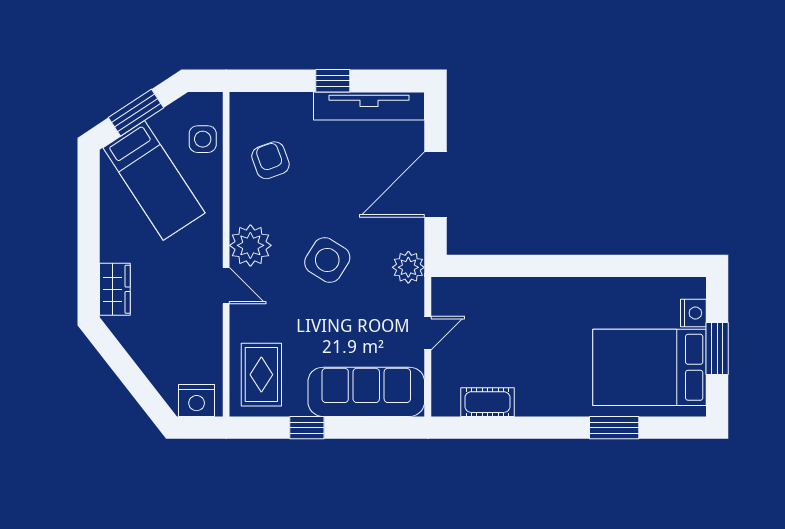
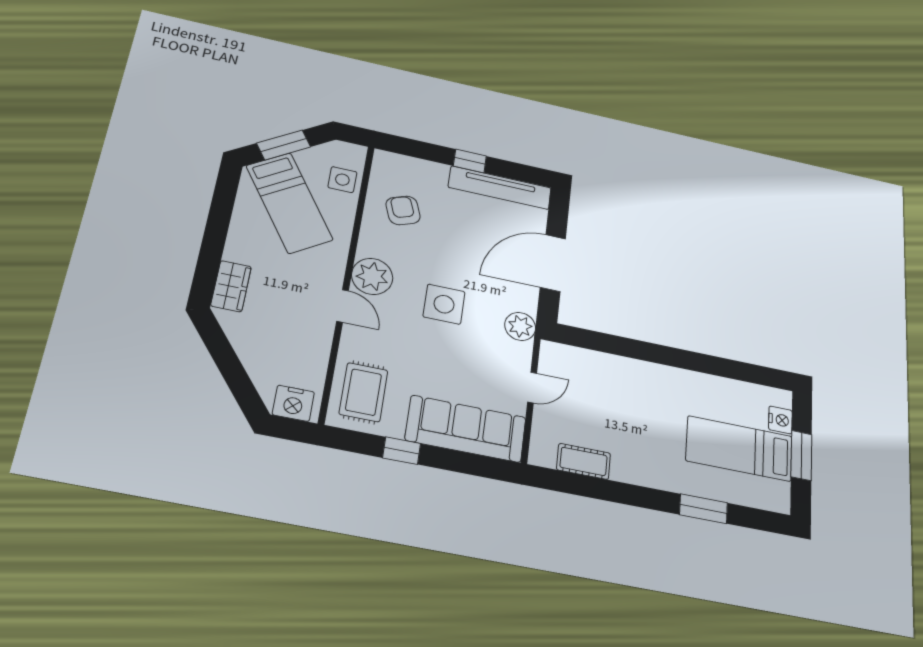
side table: (327, 260) -> (444, 304), turned -32
bed: (649, 367) -> (739, 448), width x0.67

